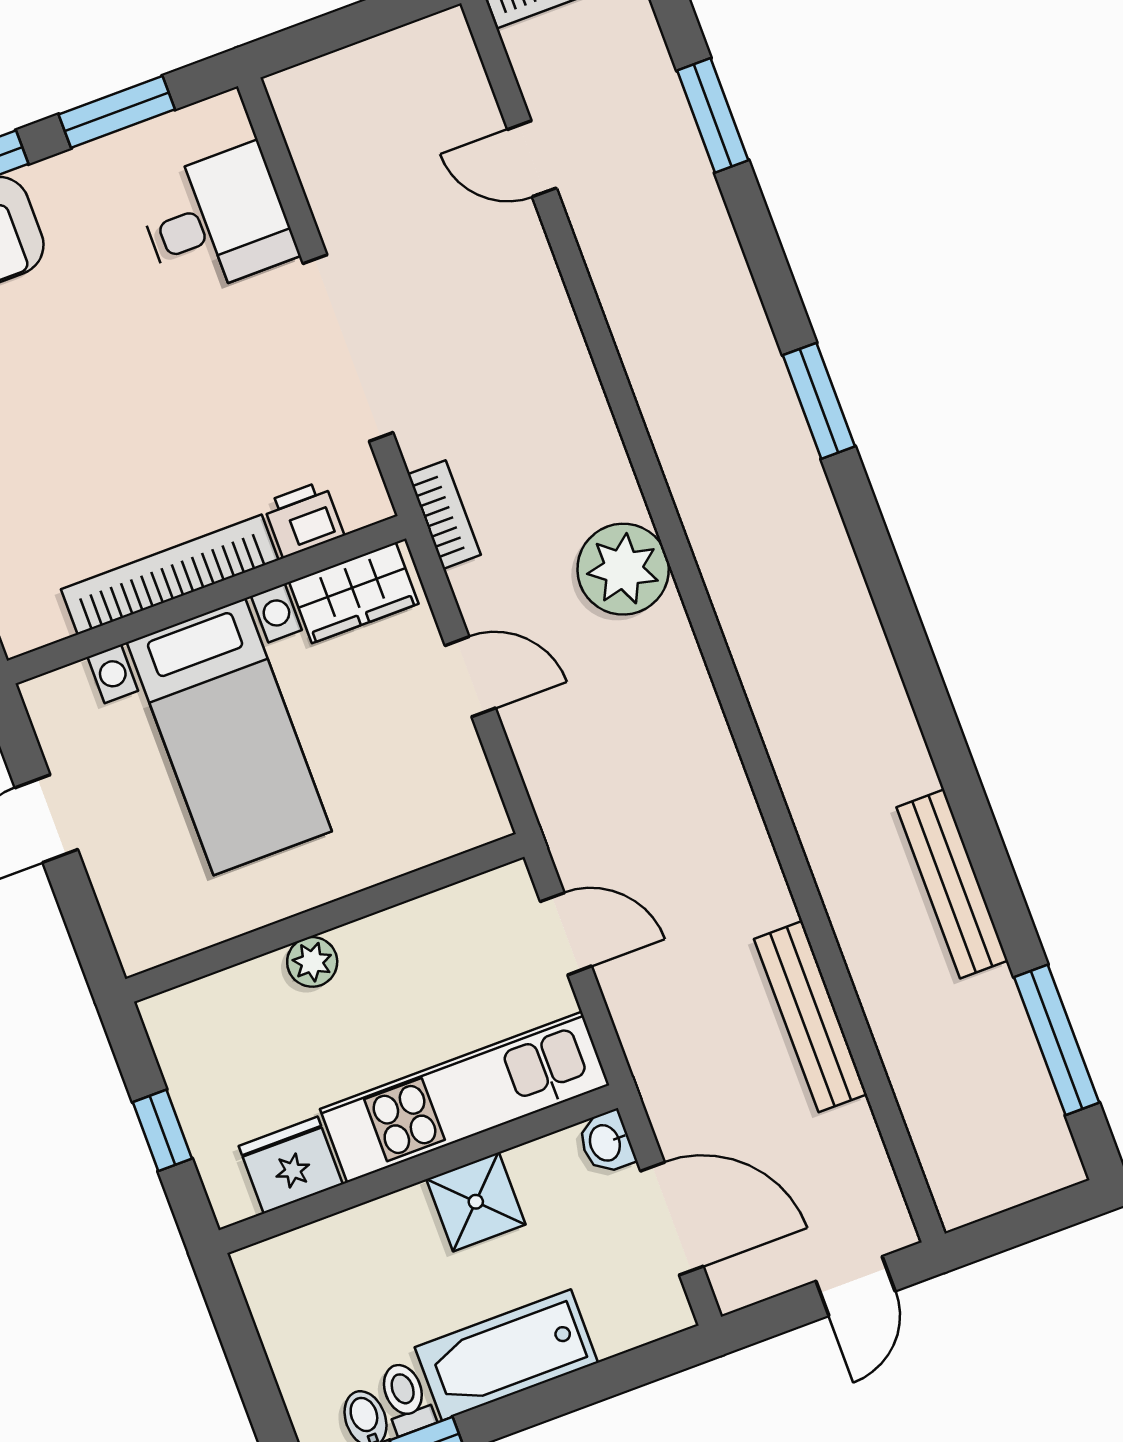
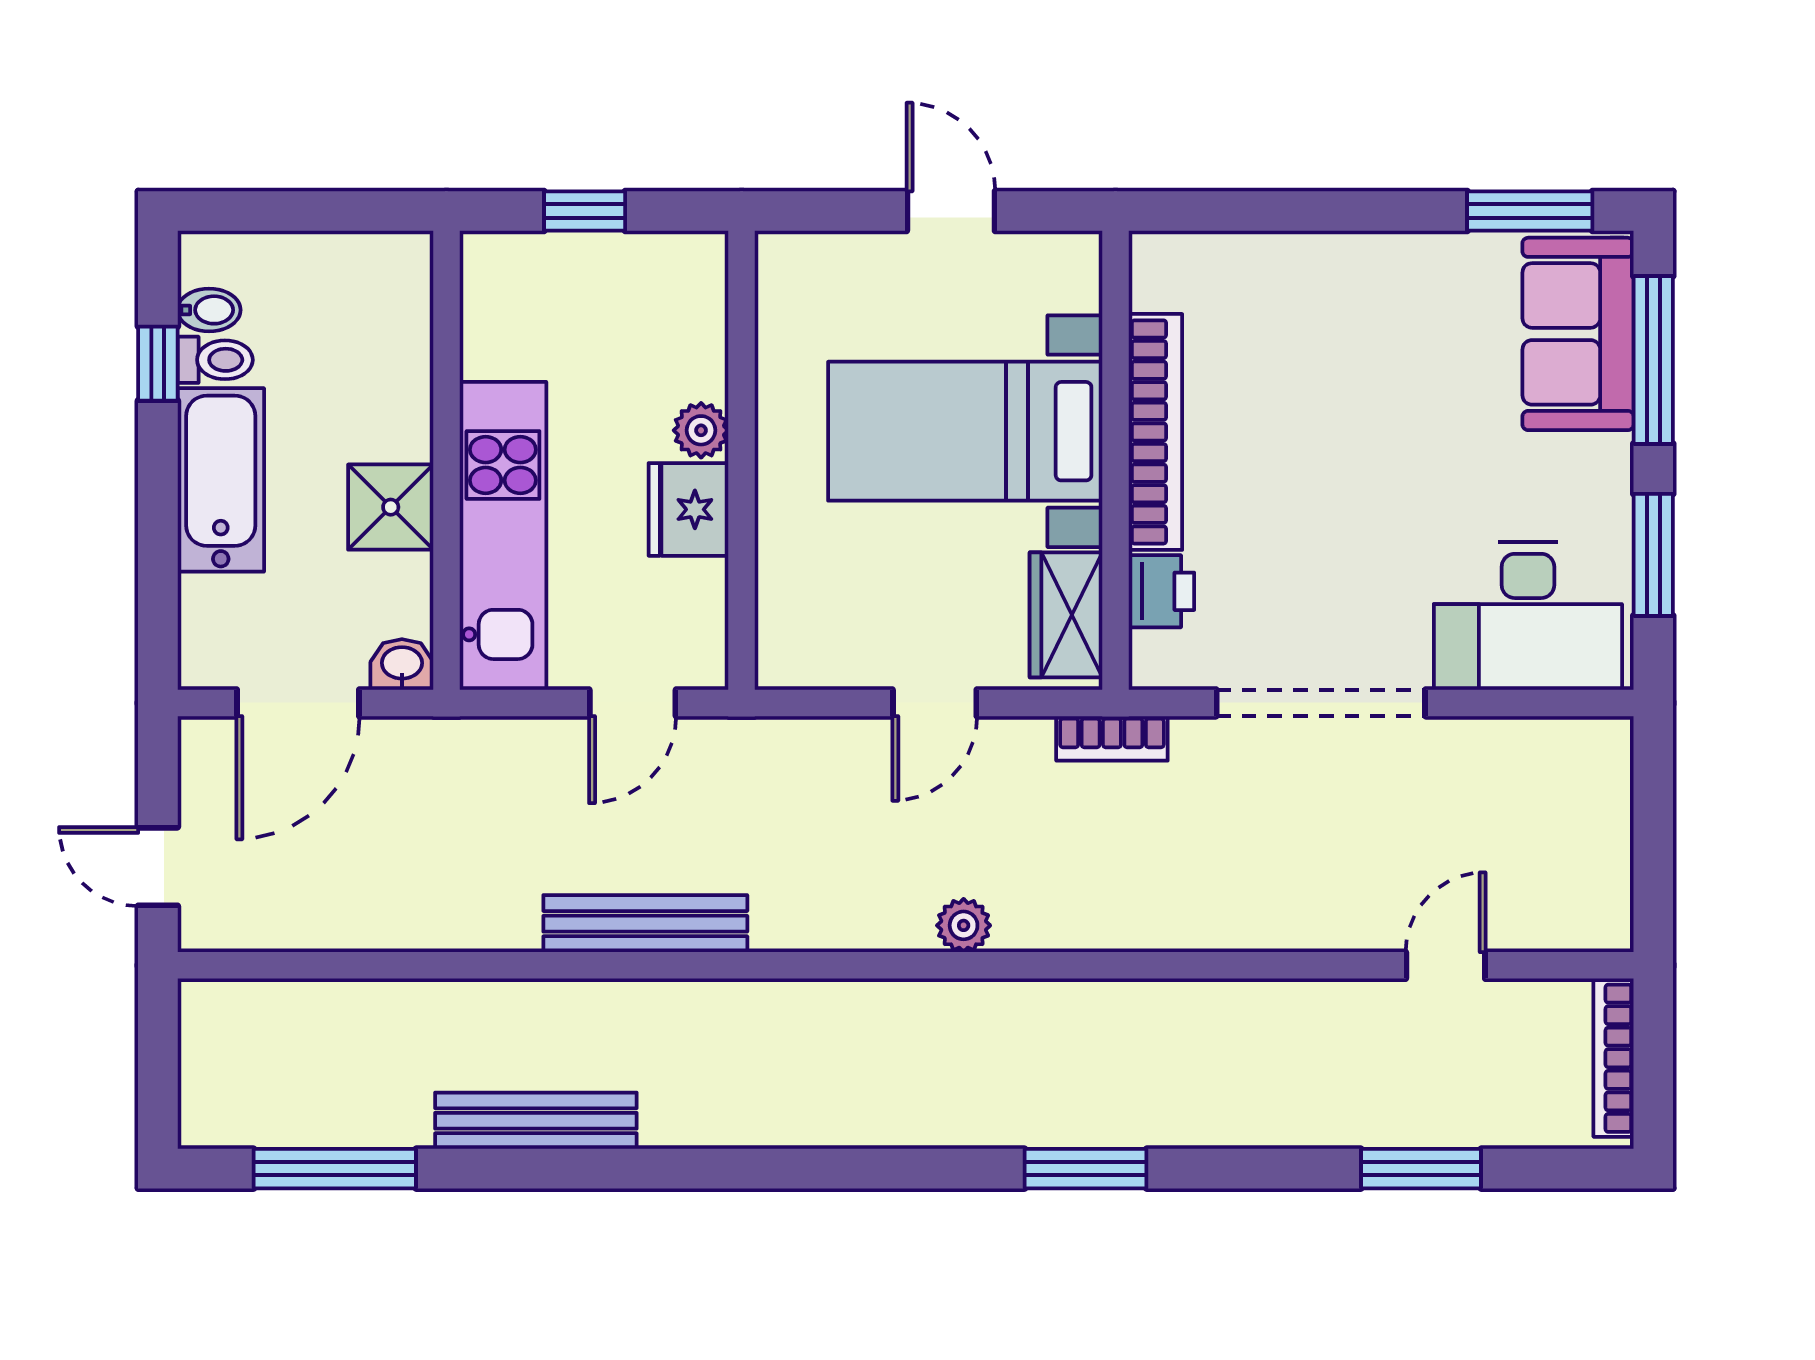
desk: (216, 221) -> (1528, 616), width x1.37
plant: (623, 569) -> (964, 925), width x0.53, depth x0.53
bench: (811, 1017) -> (645, 924), moved
fridge: (291, 1165) -> (689, 509), moved, turned 180

